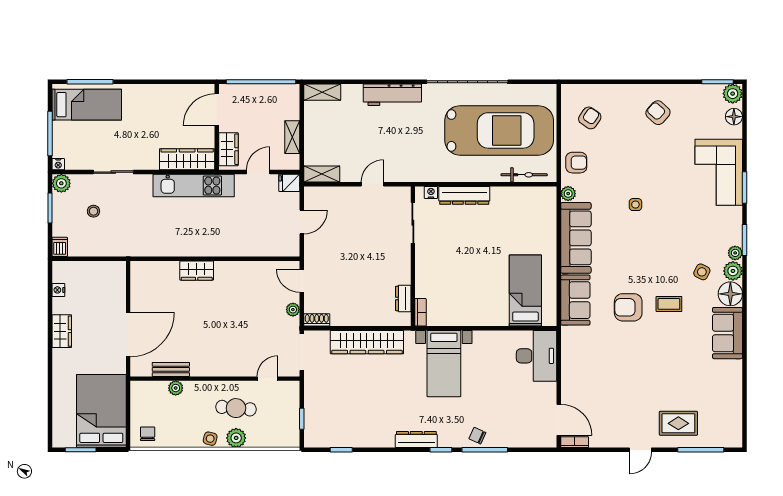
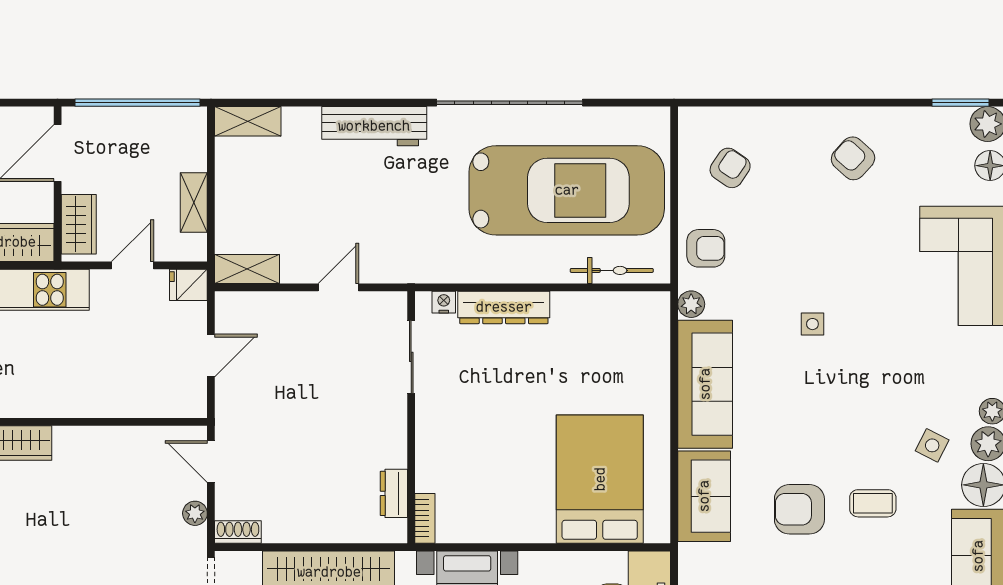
bed: (525, 291) -> (600, 479), width x1.50

